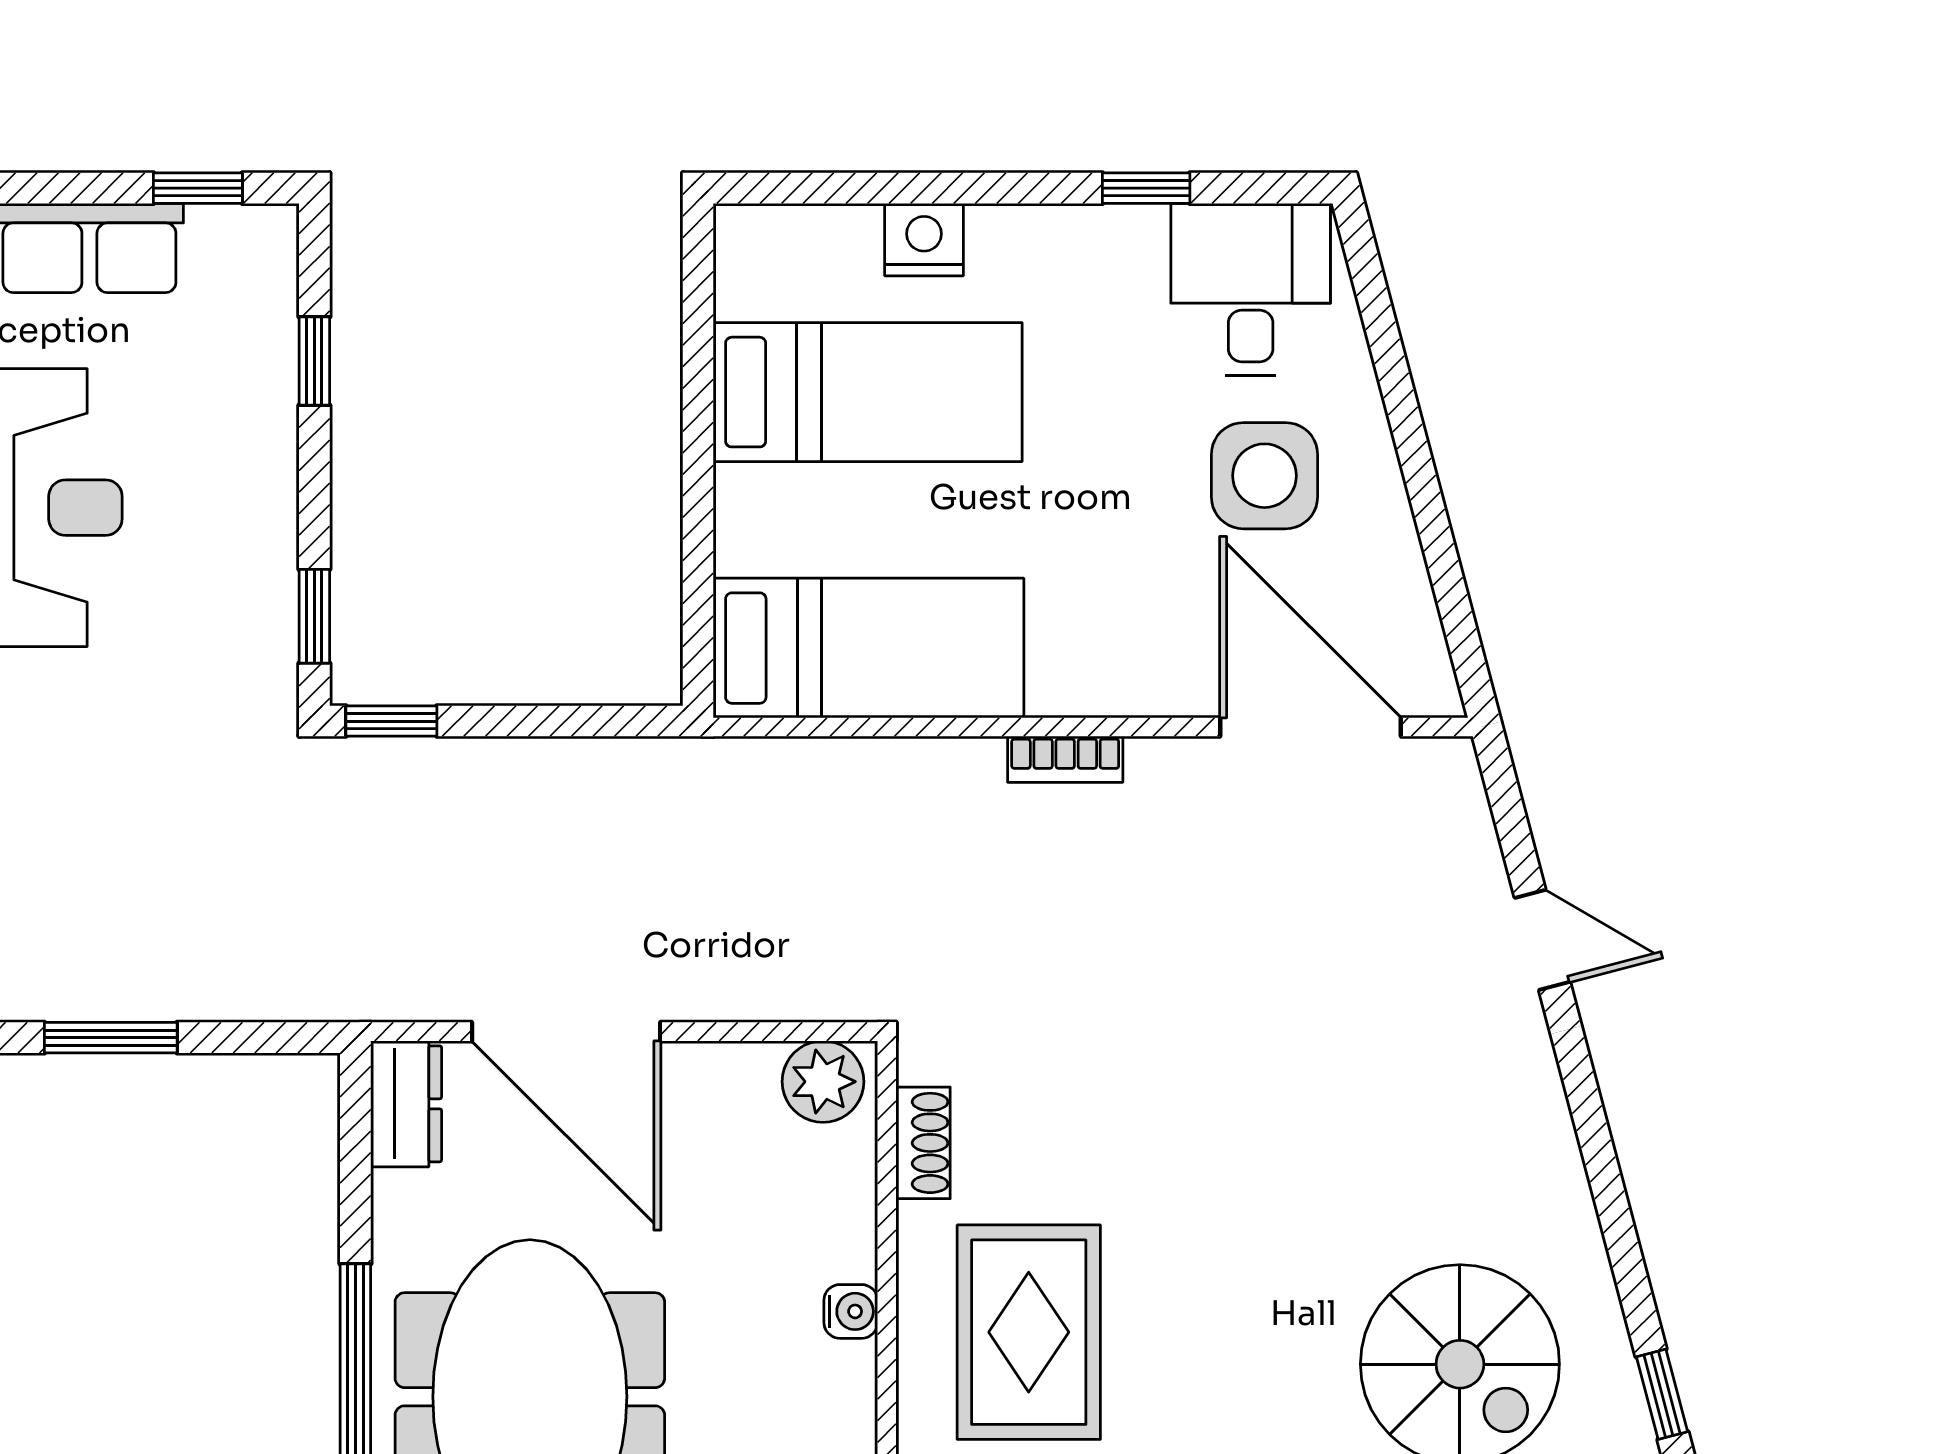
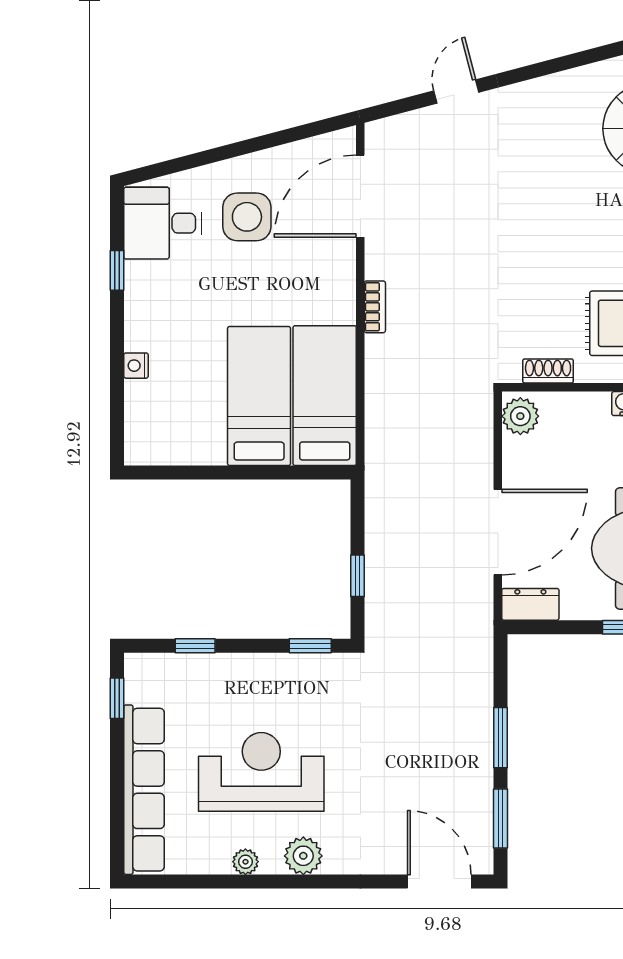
nightstand: (924, 240) -> (136, 366), width x0.72, depth x0.74
bed: (868, 392) -> (259, 396), moved
window: (391, 721) -> (358, 576), moved

